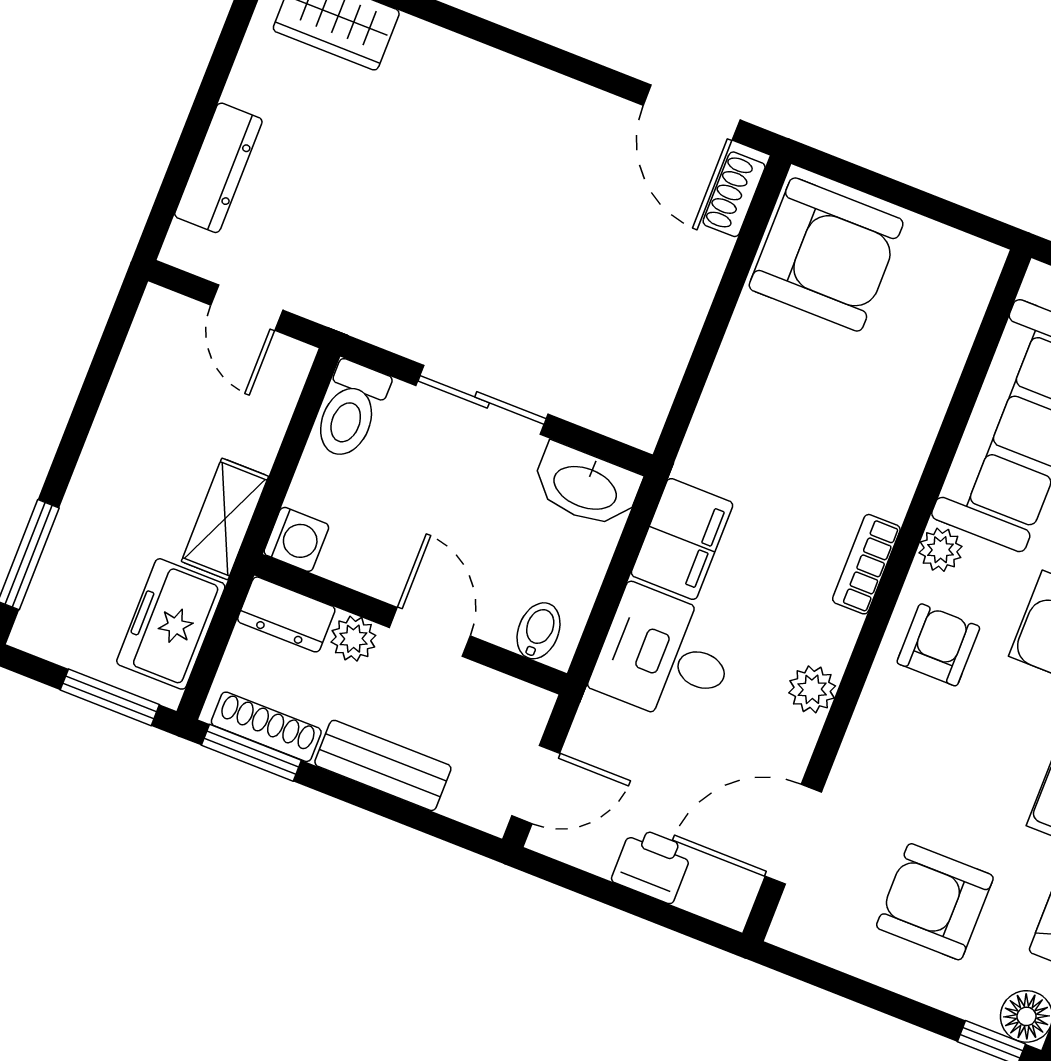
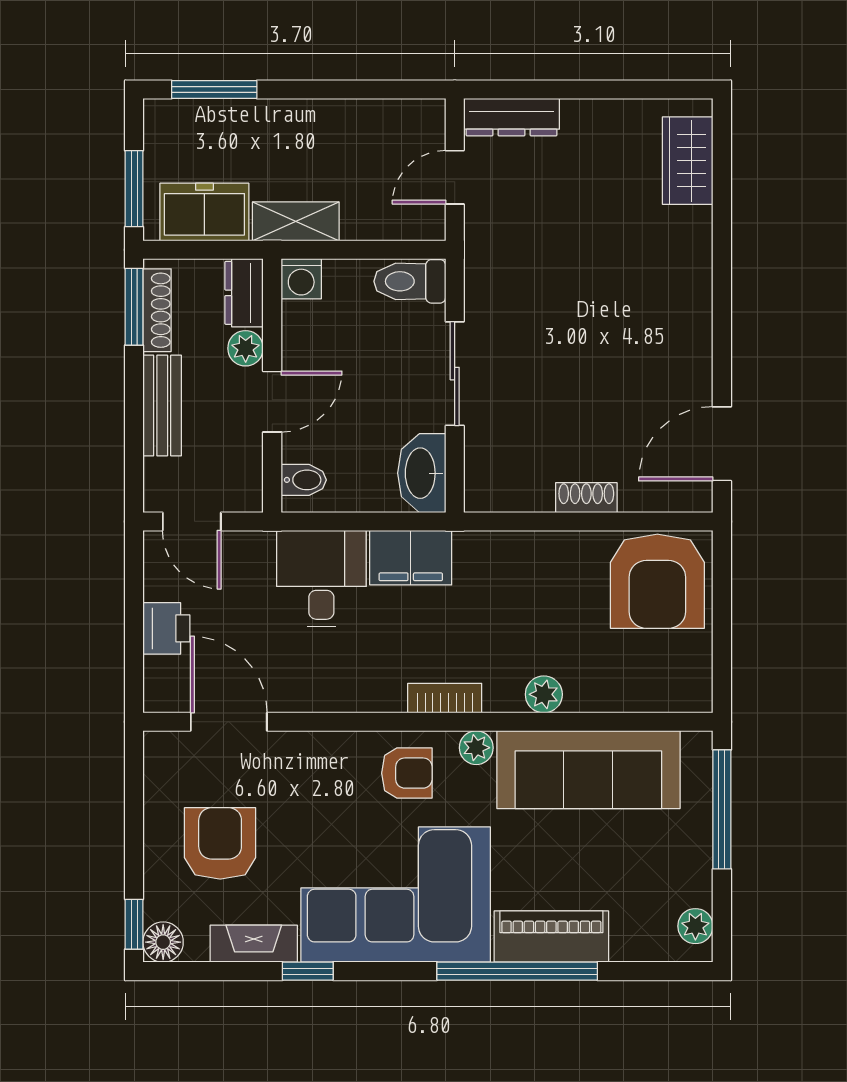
dresser: (218, 168) -> (512, 117), moved
shoe rack: (734, 194) -> (586, 498), moved
plant: (812, 689) -> (544, 694), moved

